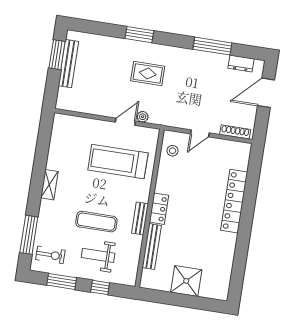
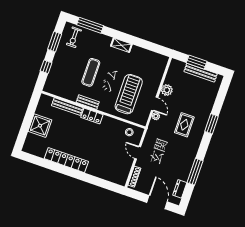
window: (57, 55) -> (197, 62), moved
plant: (102, 108) -> (167, 90), added
locker: (234, 201) -> (66, 160), moved
weight bench: (98, 255) -> (68, 69), removed

